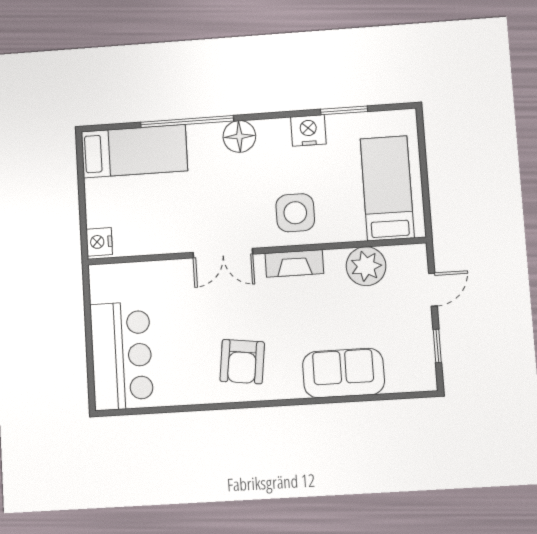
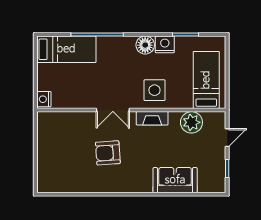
floor lamp: (239, 136) -> (145, 45), moved
bar counter: (122, 356) -> (53, 163), removed
armchair: (242, 362) -> (108, 153), moved, turned 79

